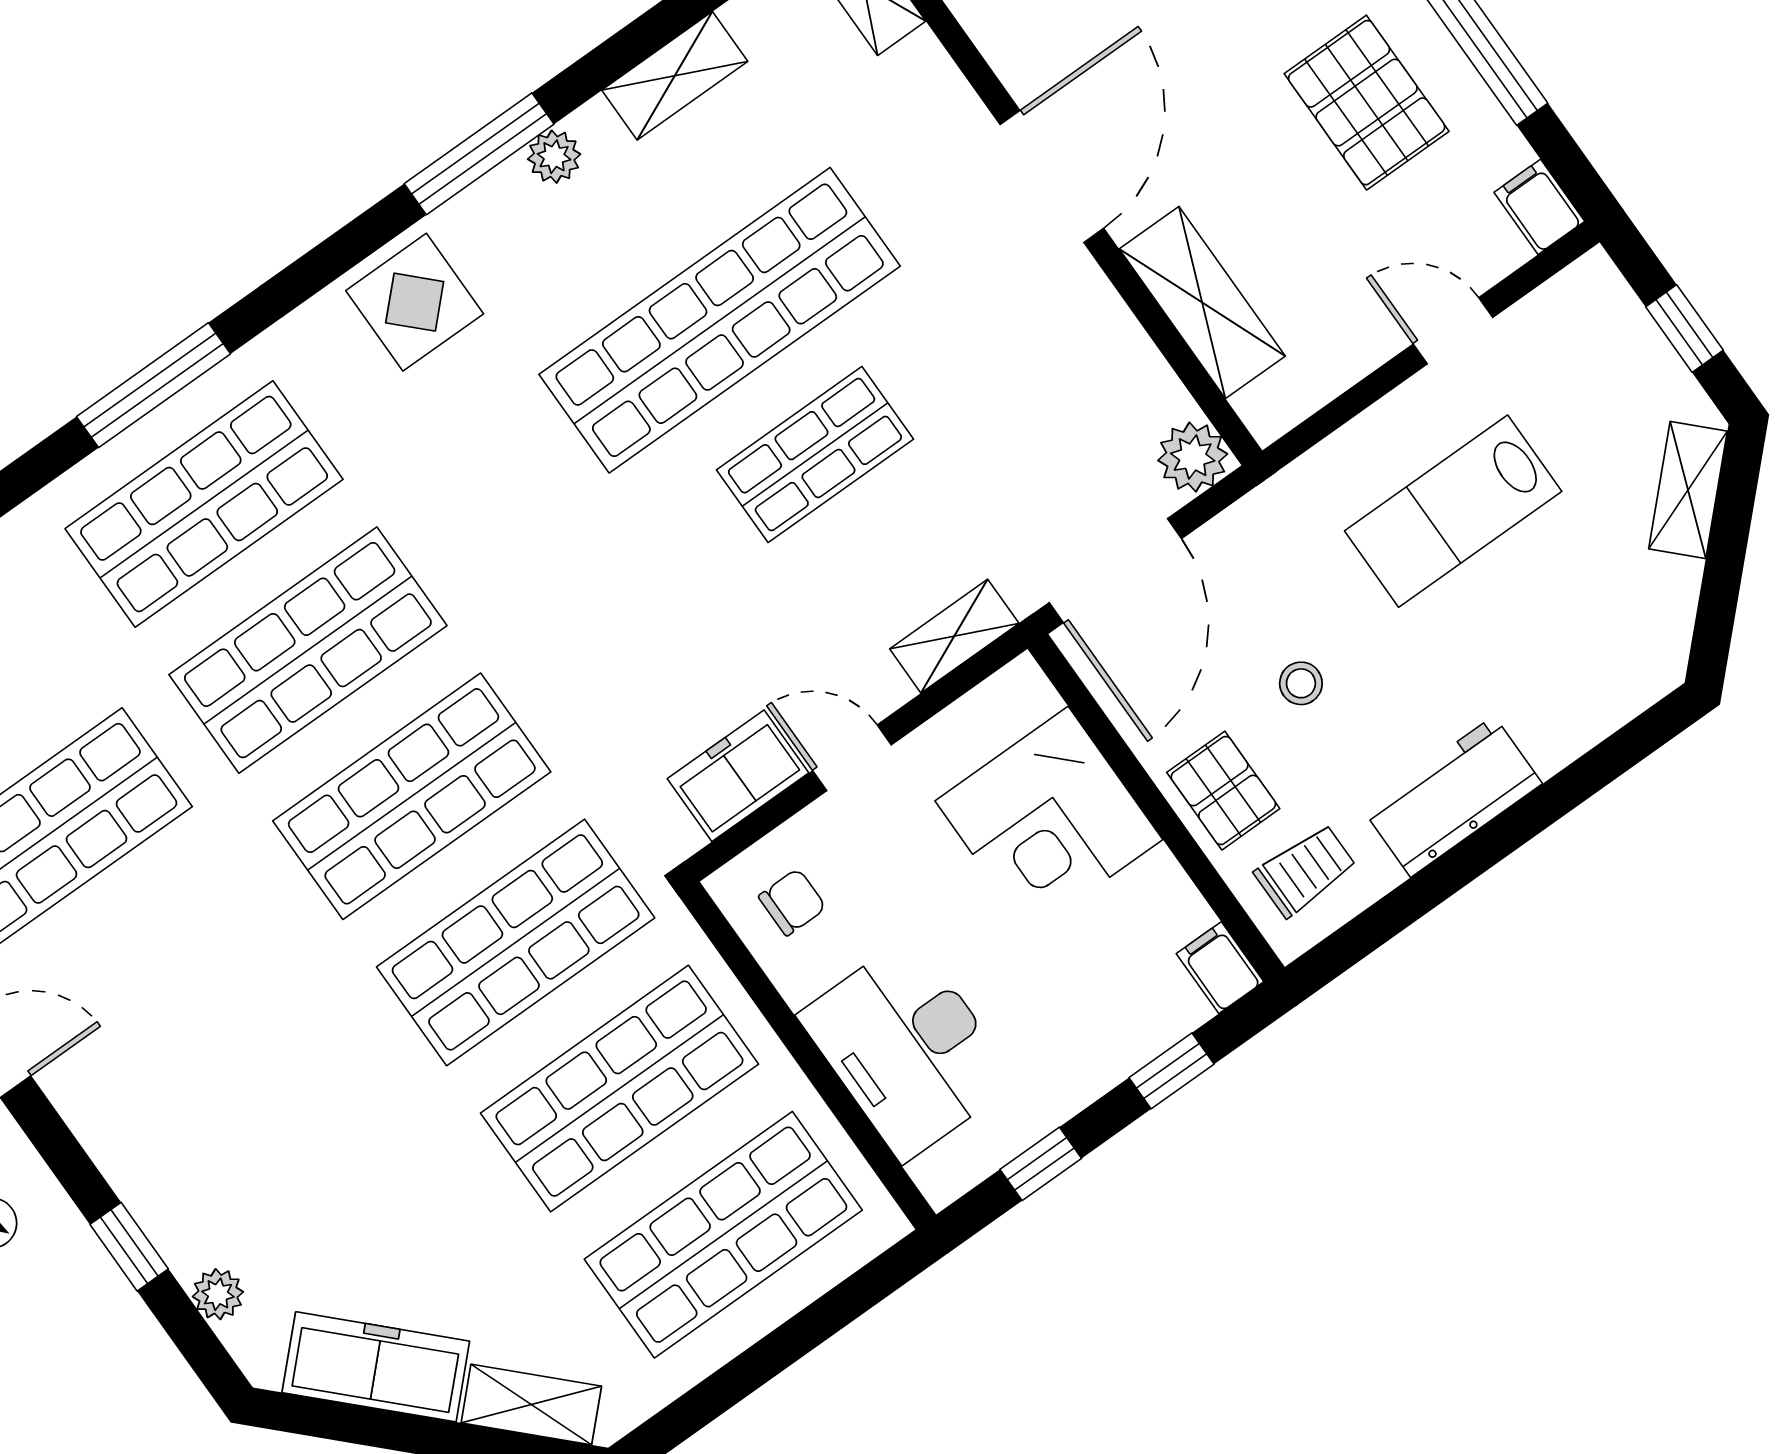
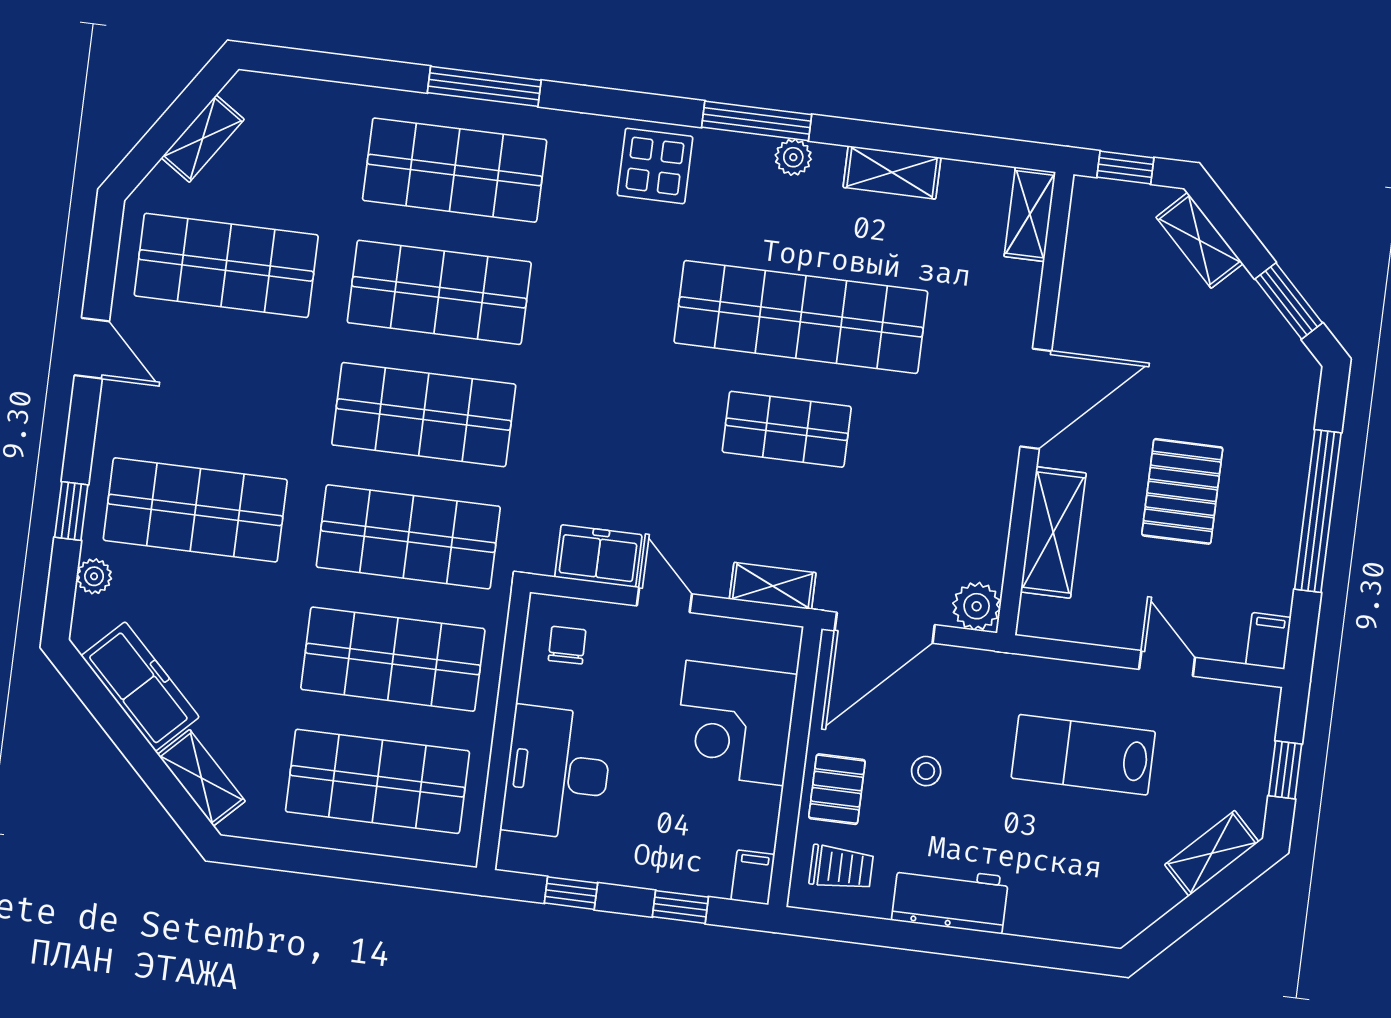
pallet: (1367, 103) -> (1182, 491), moved
chair: (792, 902) -> (567, 645), turned -91
shop shelf: (261, 1123) -> (195, 510), added

